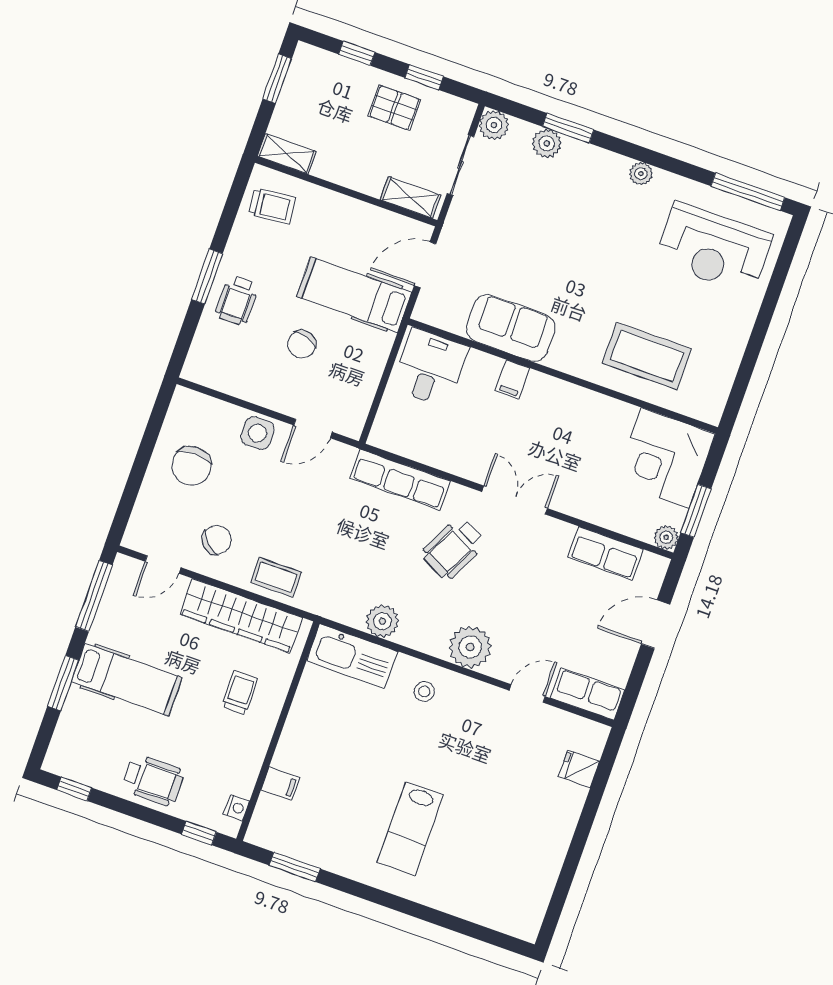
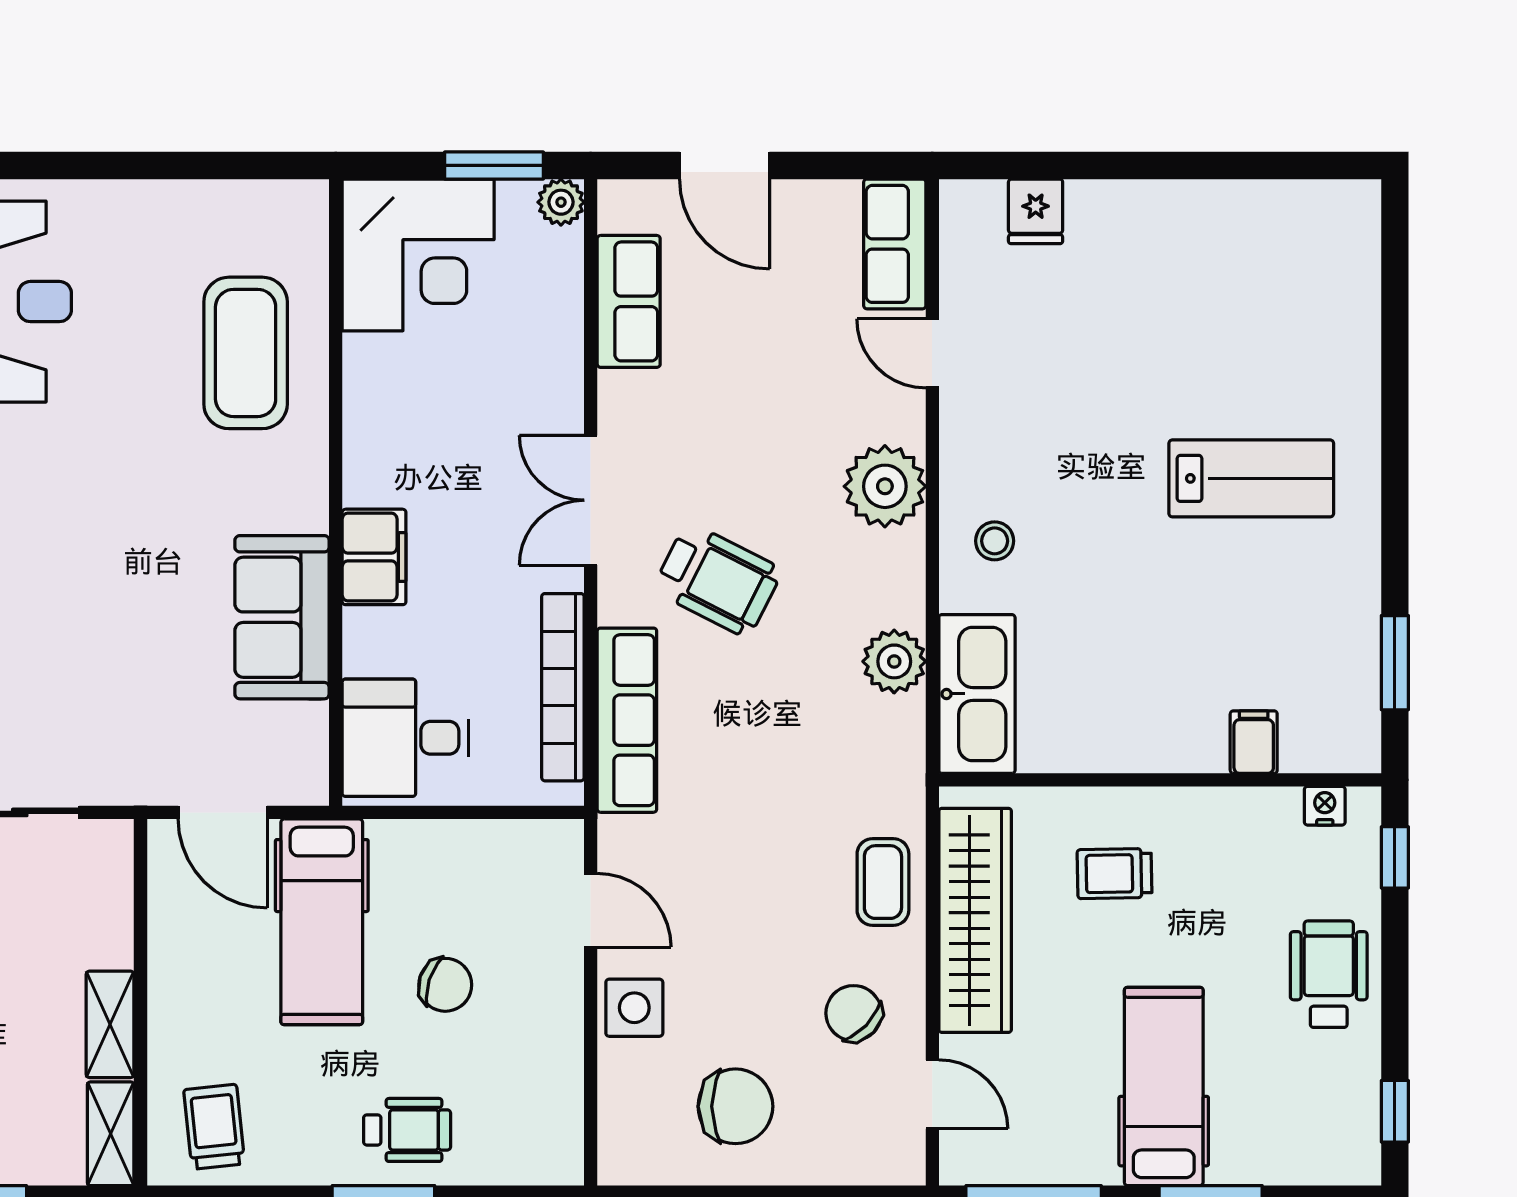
shelving: (410, 197) -> (110, 1024), moved
filing cabinet: (513, 380) -> (374, 557), width x2.00
bookcase: (427, 454) -> (563, 687), added

